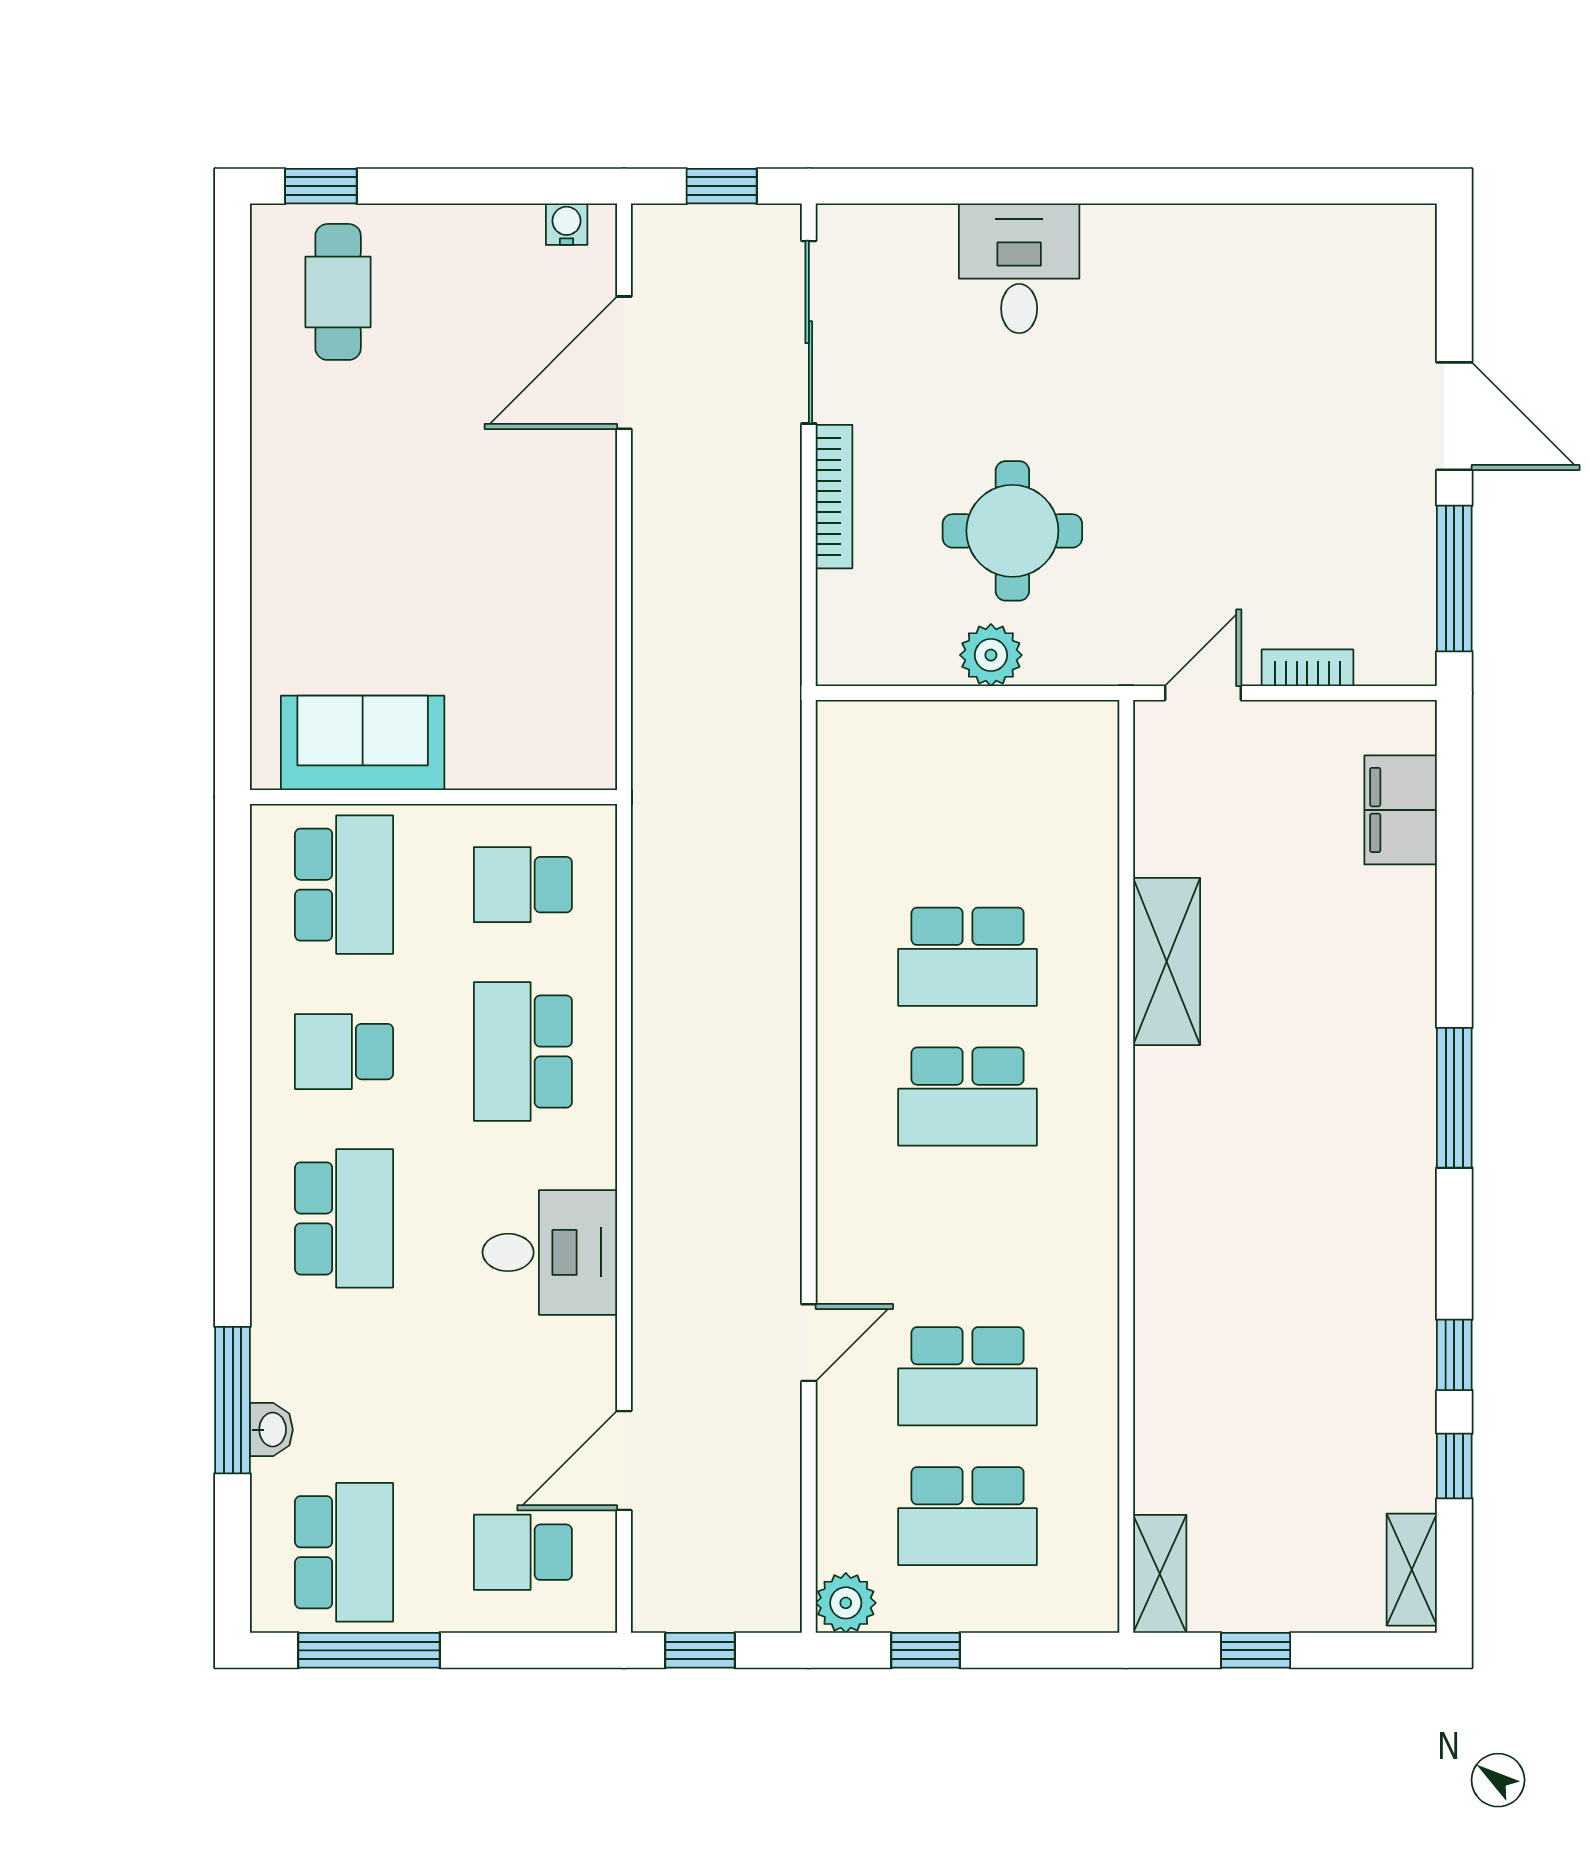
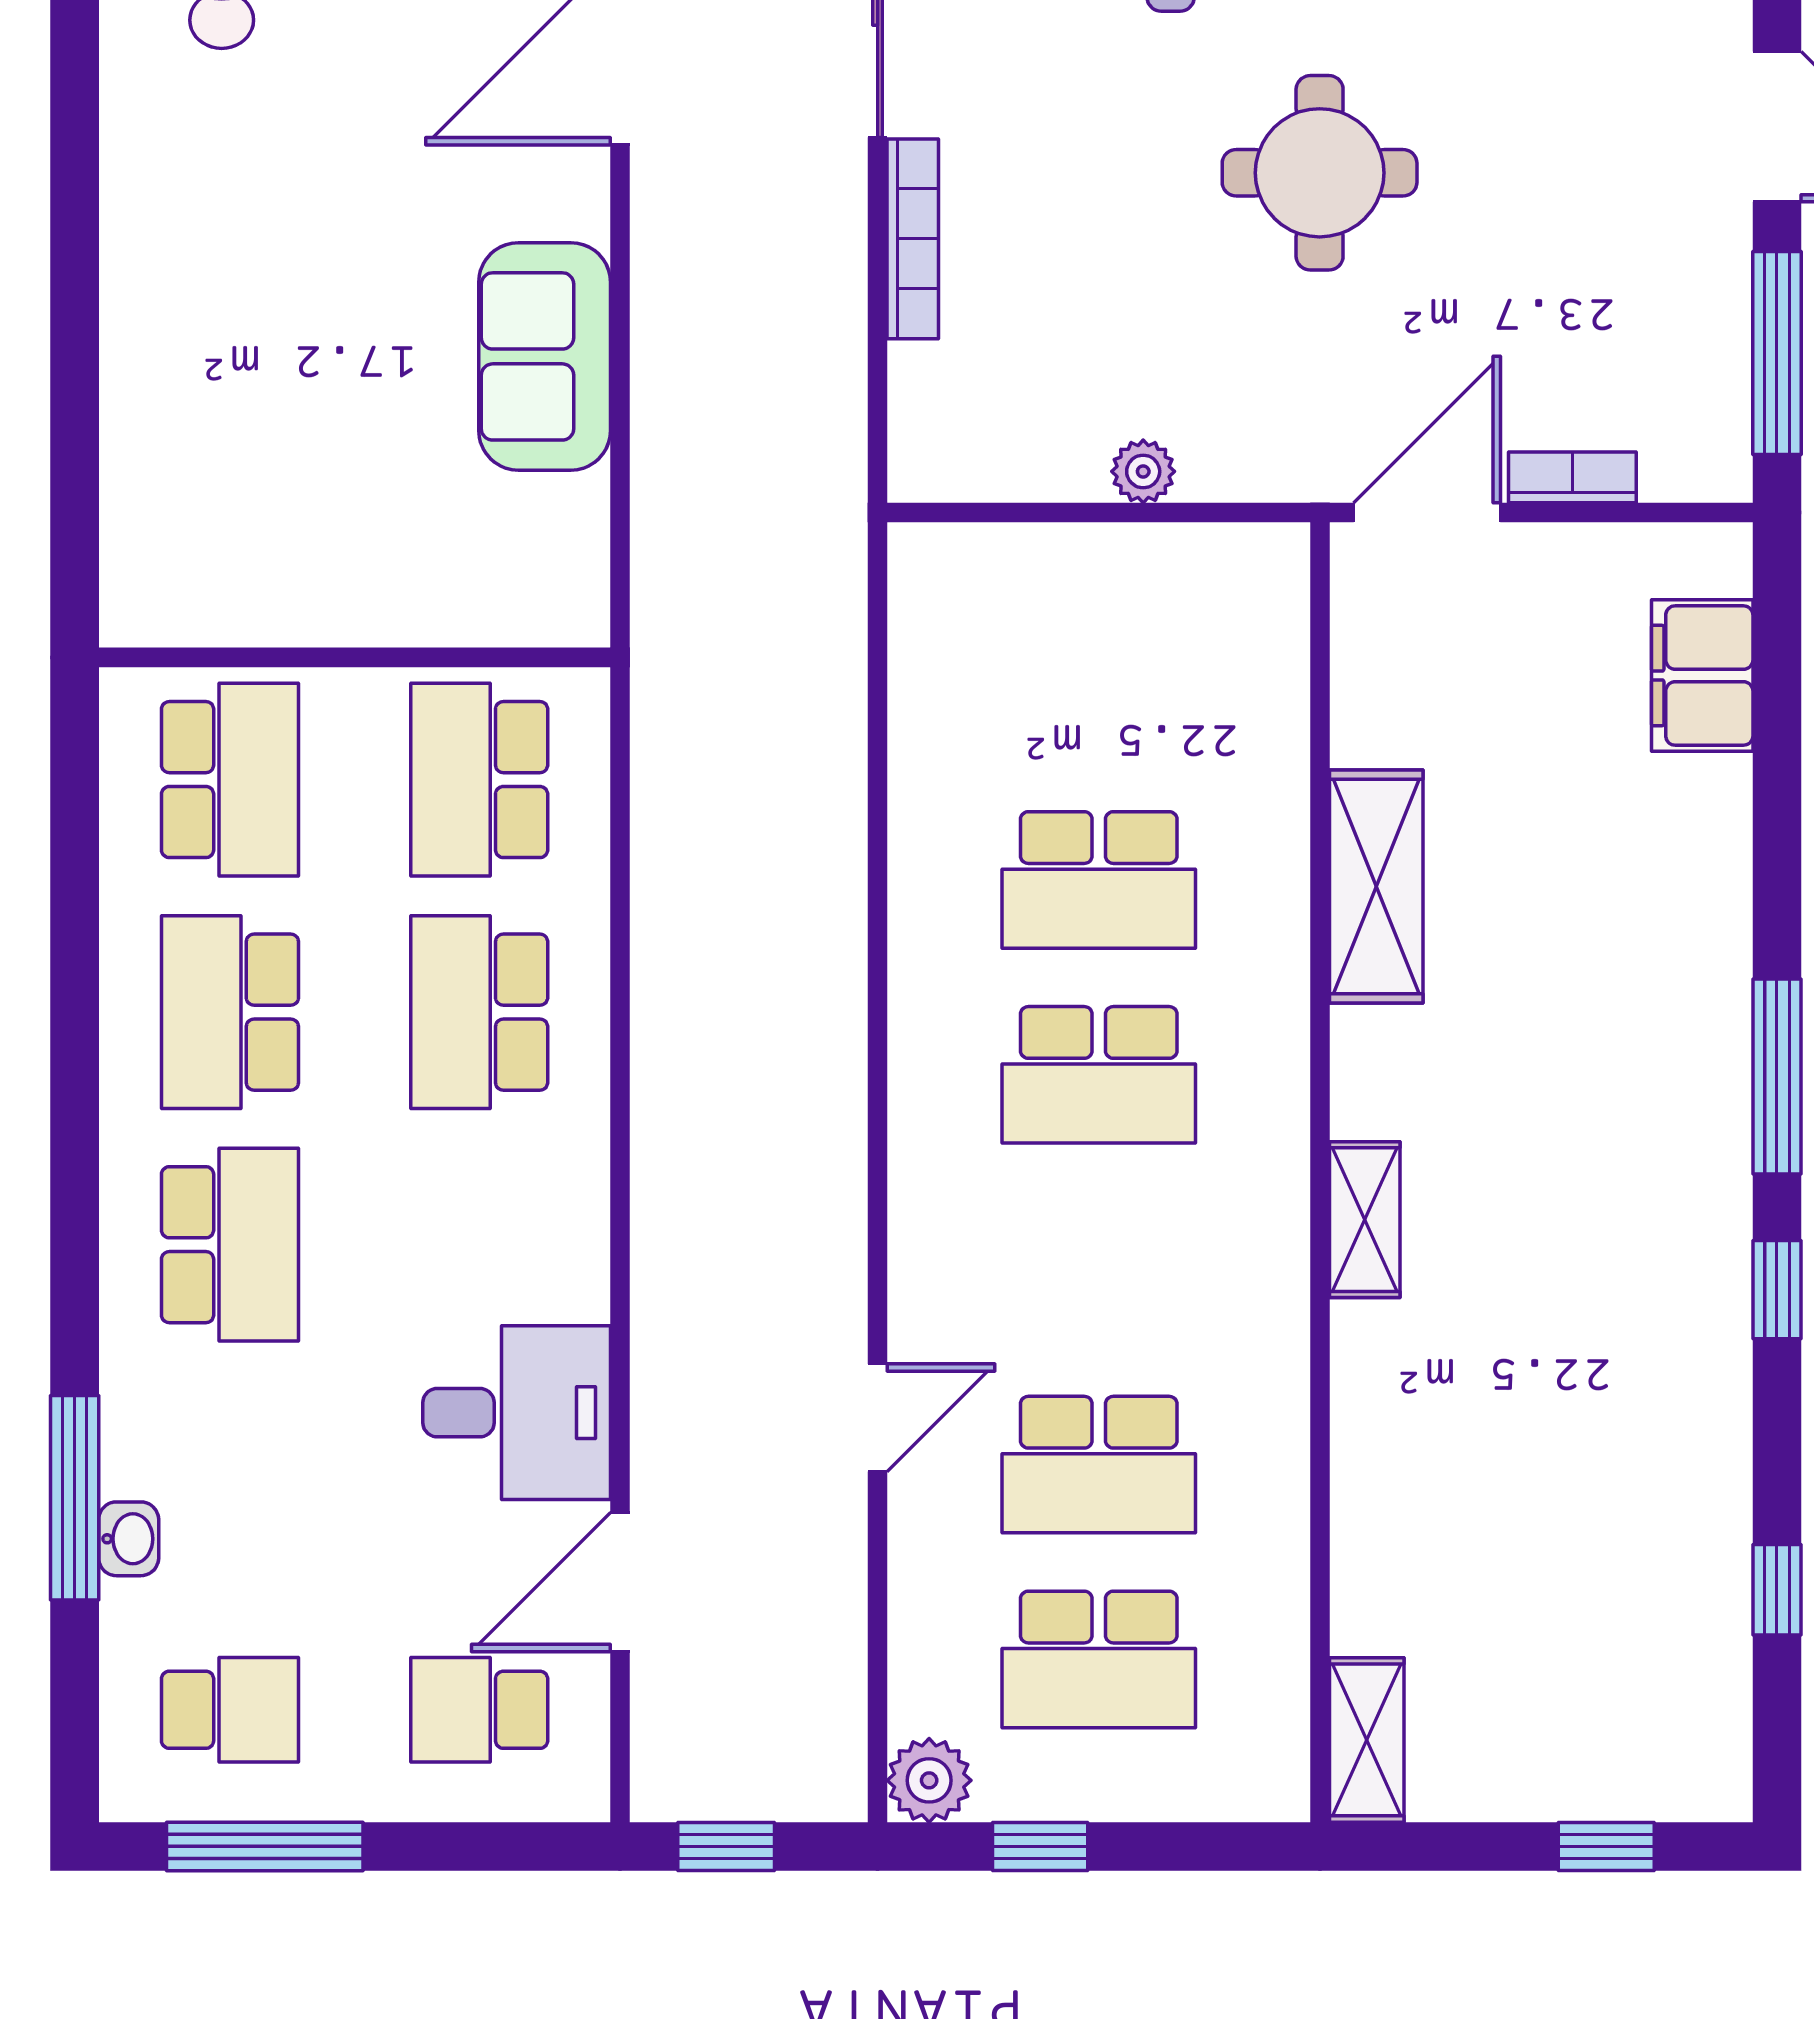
round table: (1012, 531) -> (1320, 173), moved
plant: (991, 655) -> (1143, 471), width x0.73, depth x0.73
door: (1203, 693) -> (1427, 513), width x1.37
sofa: (363, 743) -> (545, 356), moved, turned -90
school desk: (523, 885) -> (479, 780), width x1.85
school desk: (344, 1052) -> (230, 1012), width x1.85
desk: (550, 1252) -> (517, 1413), moved
window: (1454, 1355) -> (1777, 1290), moved
school desk: (344, 1552) -> (230, 1710), width x0.54
shelving: (1412, 1570) -> (1365, 1220), moved
window: (1256, 1650) -> (1606, 1846), moved

